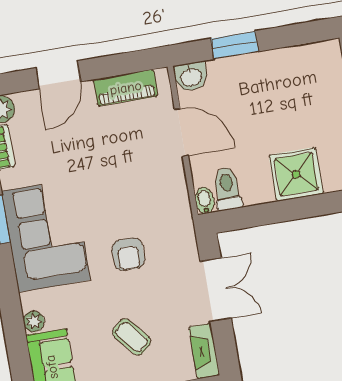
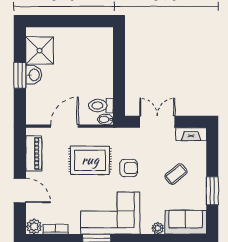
window: (235, 45) -> (20, 75), moved
washbasin: (191, 77) -> (34, 75), moved
shower: (296, 174) -> (40, 51), moved
rug: (130, 186) -> (90, 160), added

